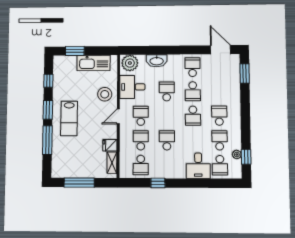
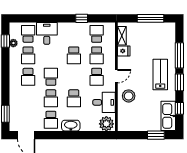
washbasin: (157, 61) -> (71, 126), moved
kitchen sink: (94, 63) -> (168, 116), moved, turned -90
school desk: (193, 91) -> (51, 98), turned 180

